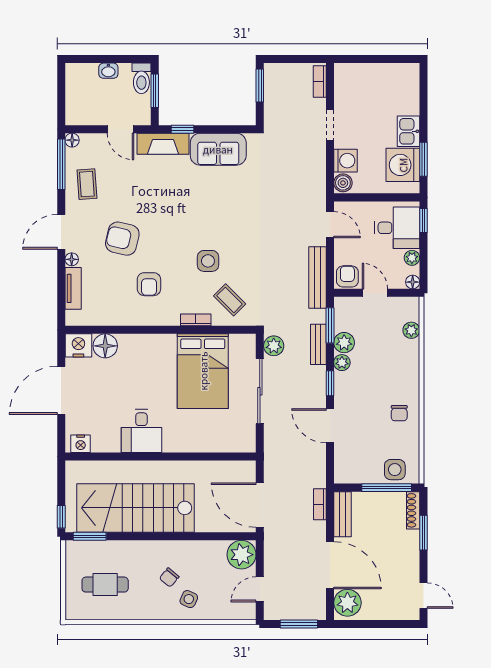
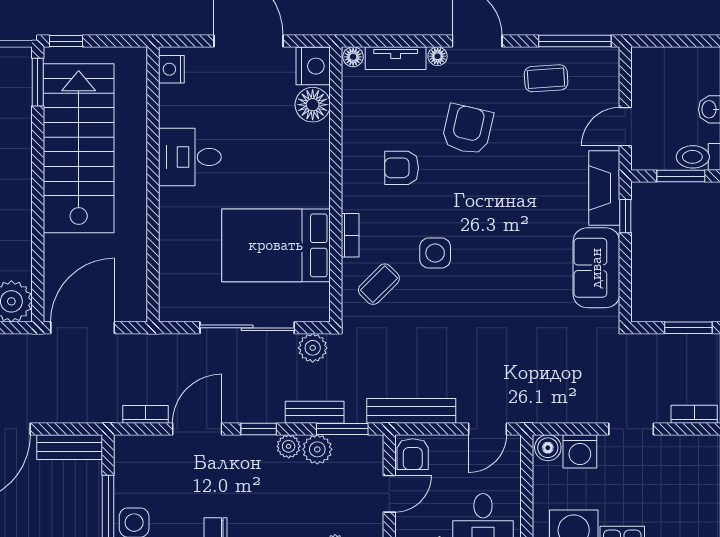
floor lamp: (72, 140) -> (353, 57), moved
armchair: (347, 276) -> (413, 454), turned 90
bookcase: (320, 504) -> (146, 414), moved

